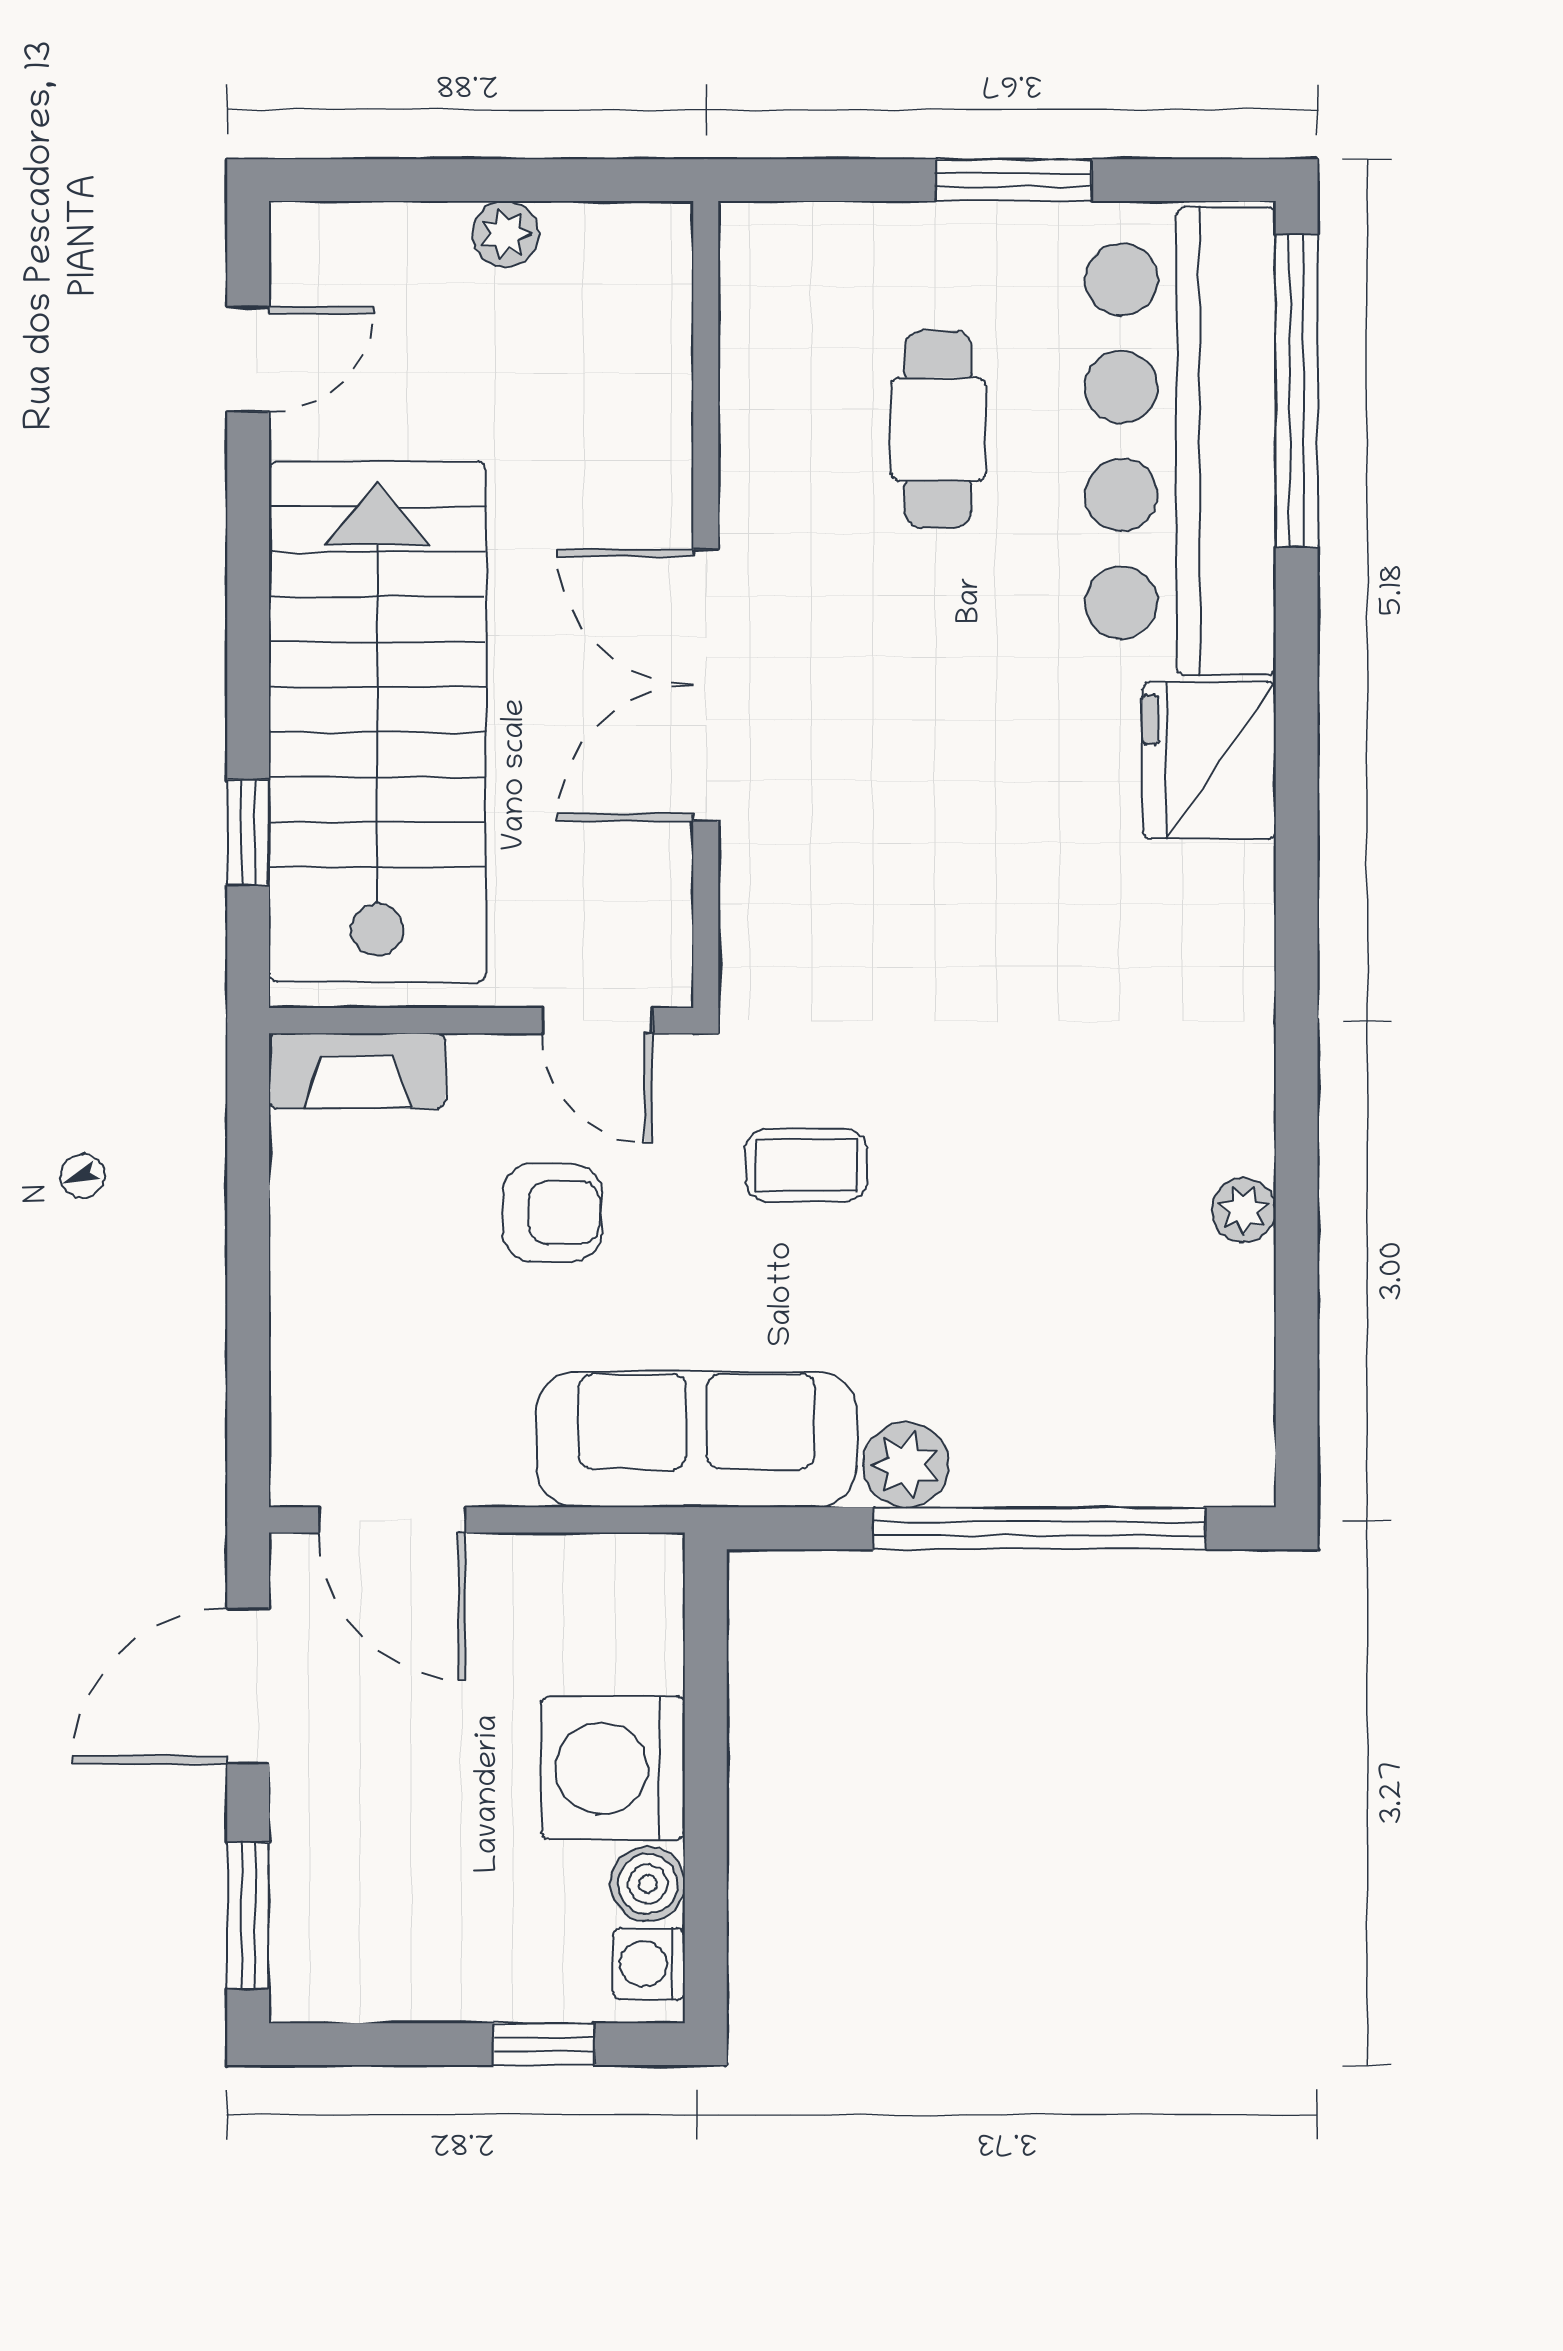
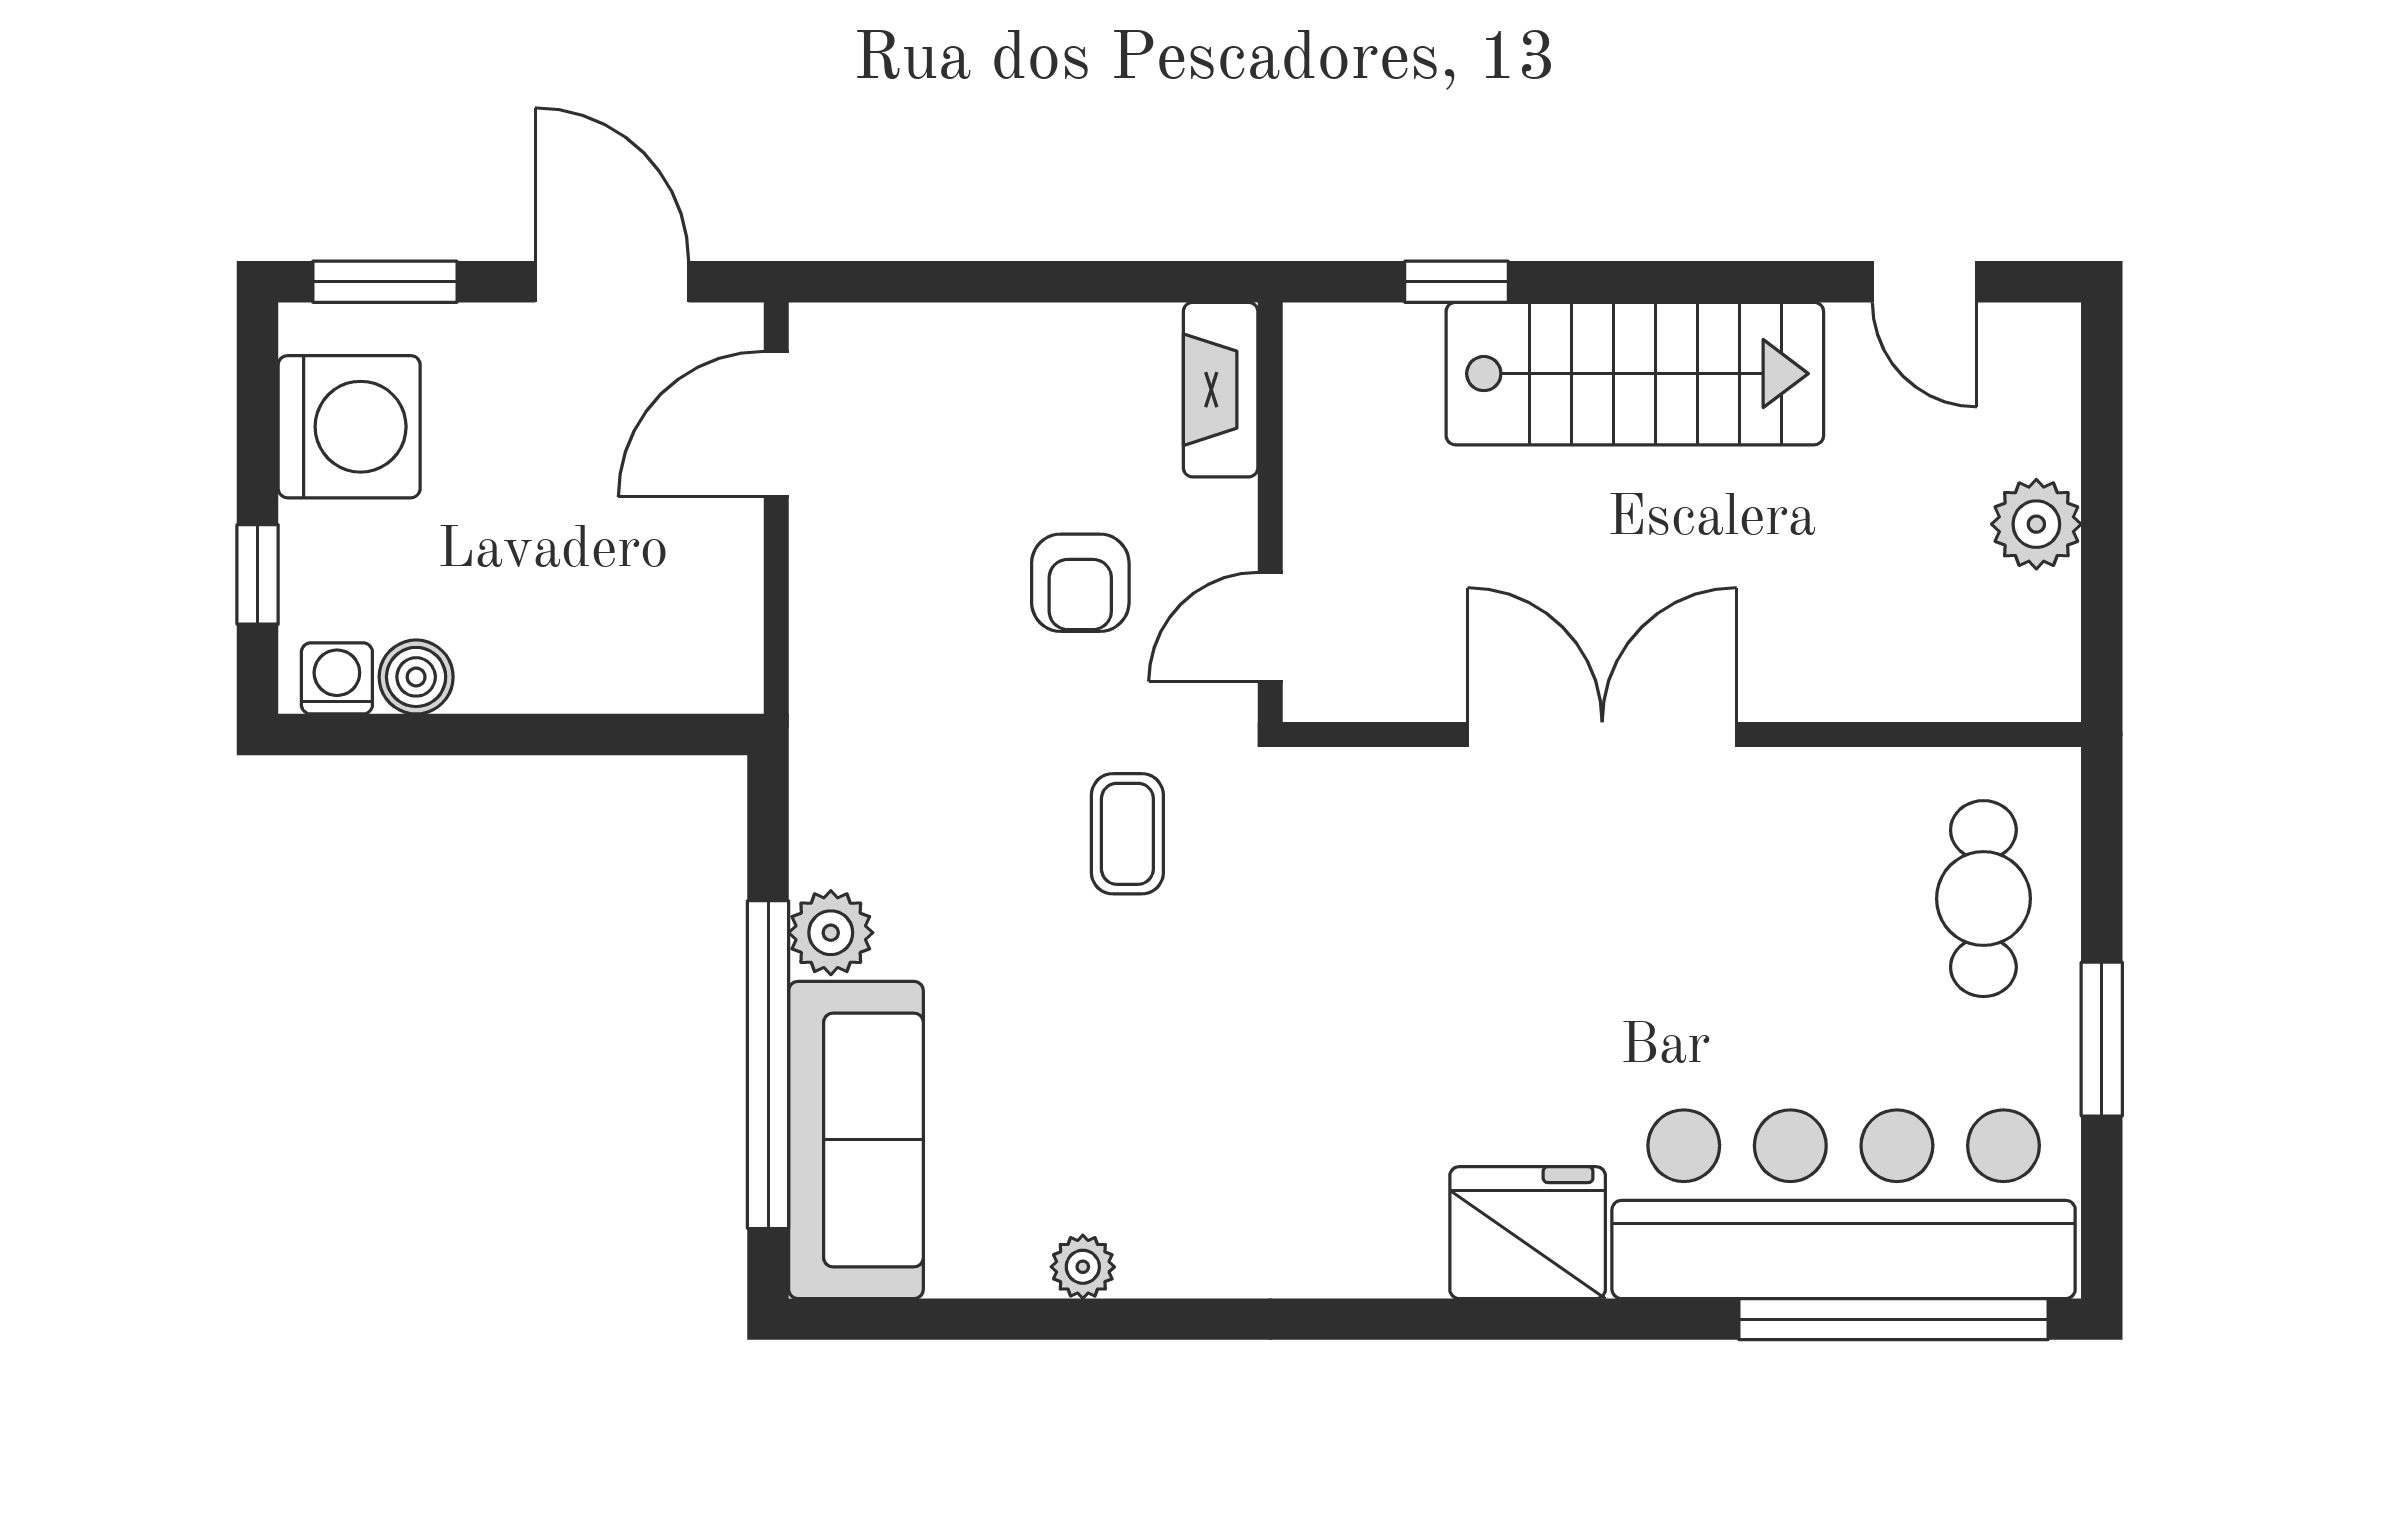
plant: (505, 234) -> (2036, 524), width x1.38, depth x1.38
cafe table: (938, 429) -> (1983, 899), moved, turned 90
stairs: (377, 721) -> (1635, 374), width x0.73, depth x0.66
sofa: (696, 1439) -> (856, 1140), moved
washing machine: (613, 1768) -> (349, 427), moved, turned 90

